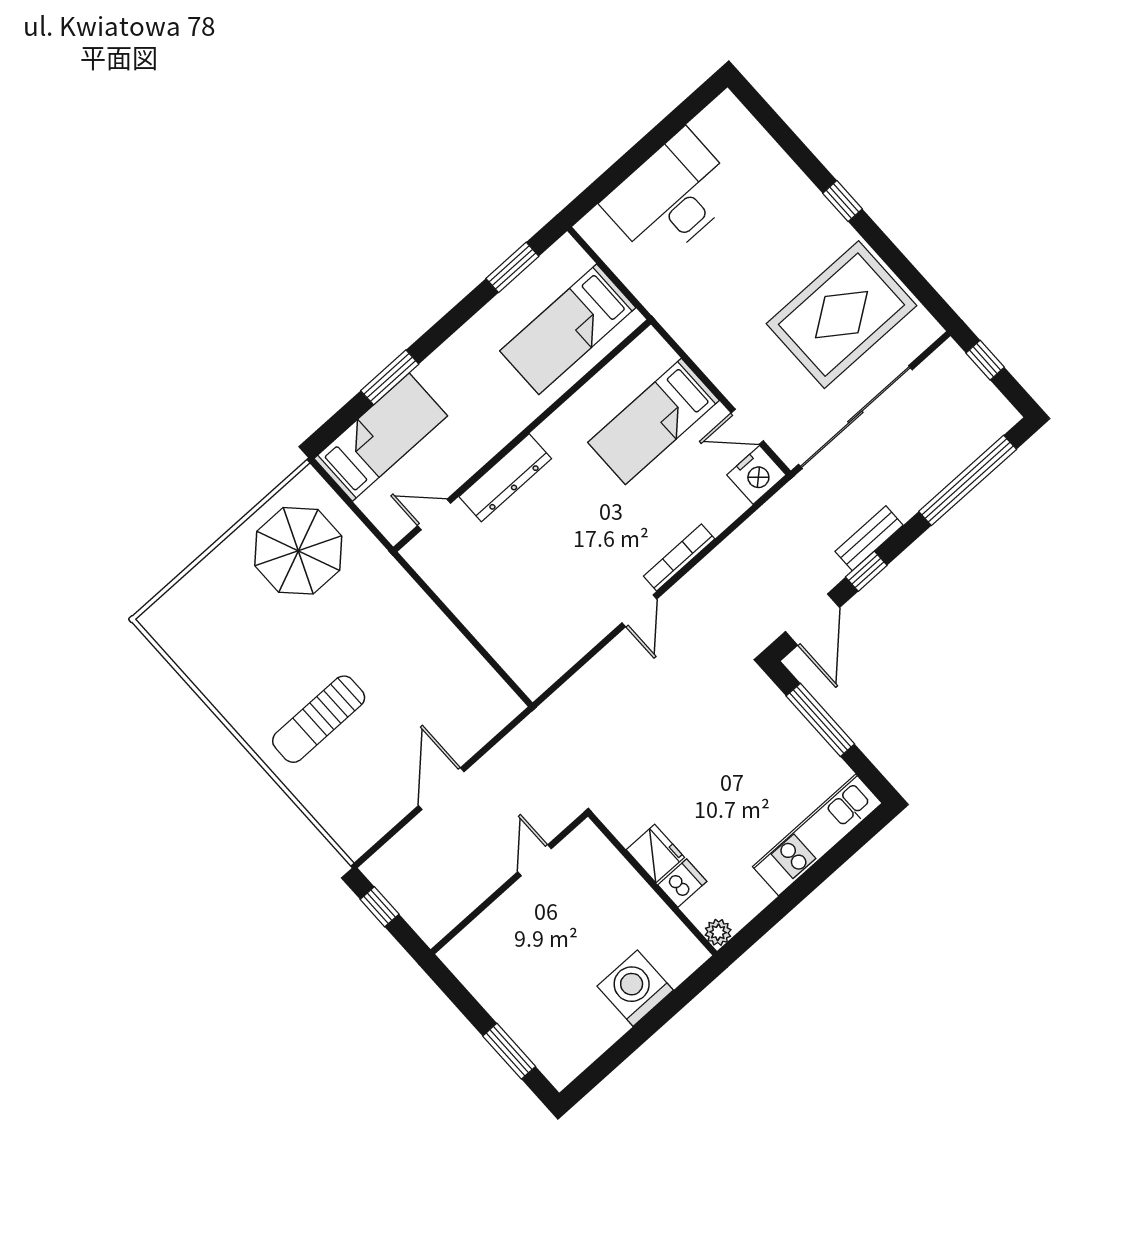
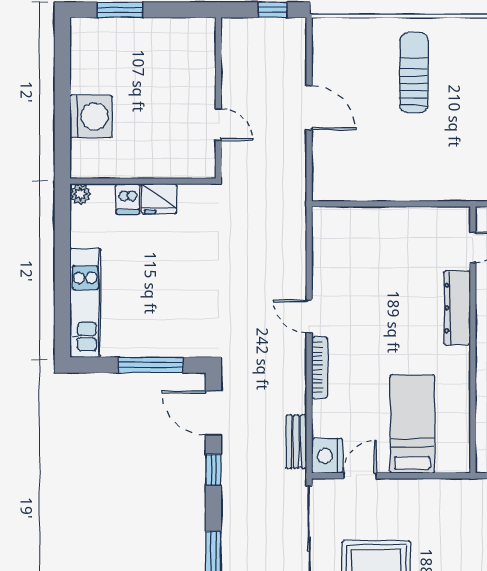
bench: (869, 538) -> (296, 442), moved

